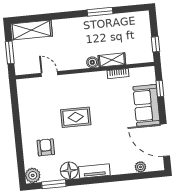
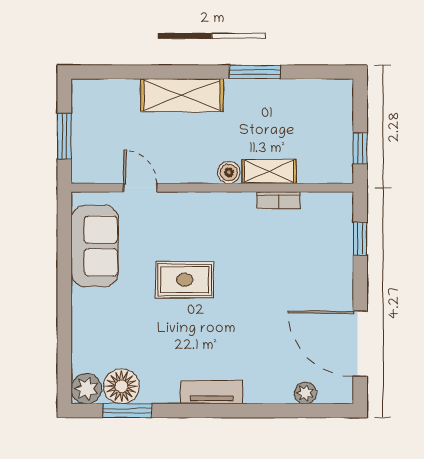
shelving: (31, 30) -> (182, 95), moved
sofa: (146, 105) -> (95, 246), moved, turned 180
armchair: (46, 147) -> (118, 335), removed
floor lamp: (69, 171) -> (121, 386), moved

